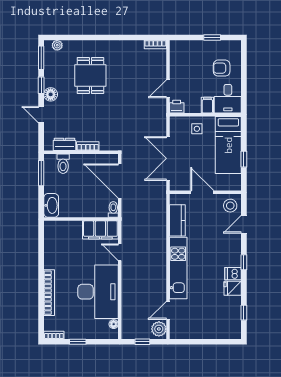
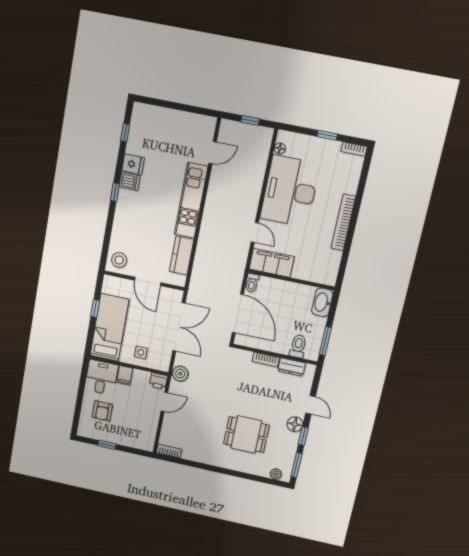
armchair: (222, 68) -> (102, 411), turned 90
dining table: (90, 76) -> (246, 434), turned 90
door: (244, 224) -> (108, 236), removed
bookcase: (49, 293) -> (343, 222), moved
plant: (159, 329) -> (180, 374), moved

